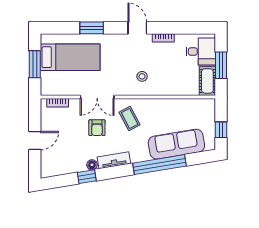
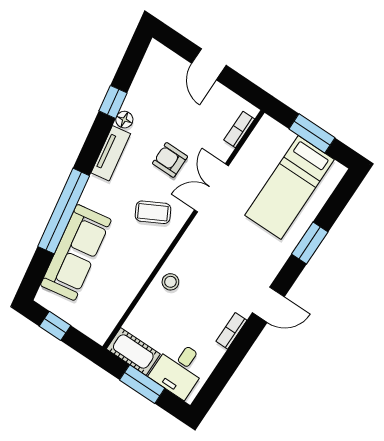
stool: (142, 76) -> (170, 282), moved

